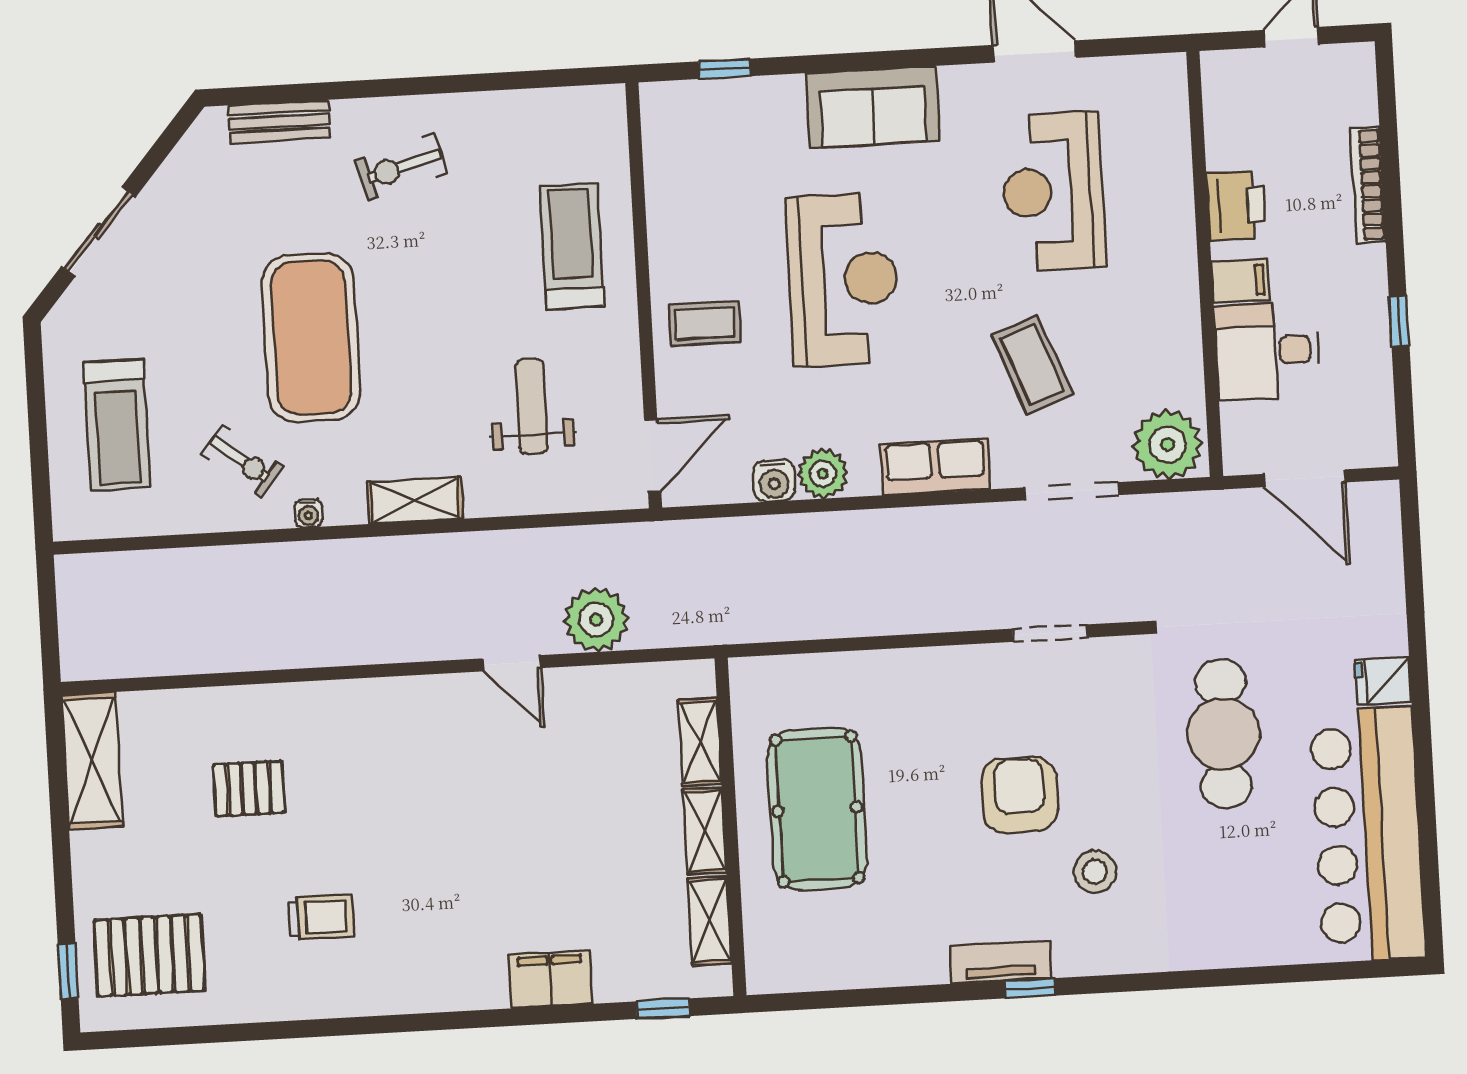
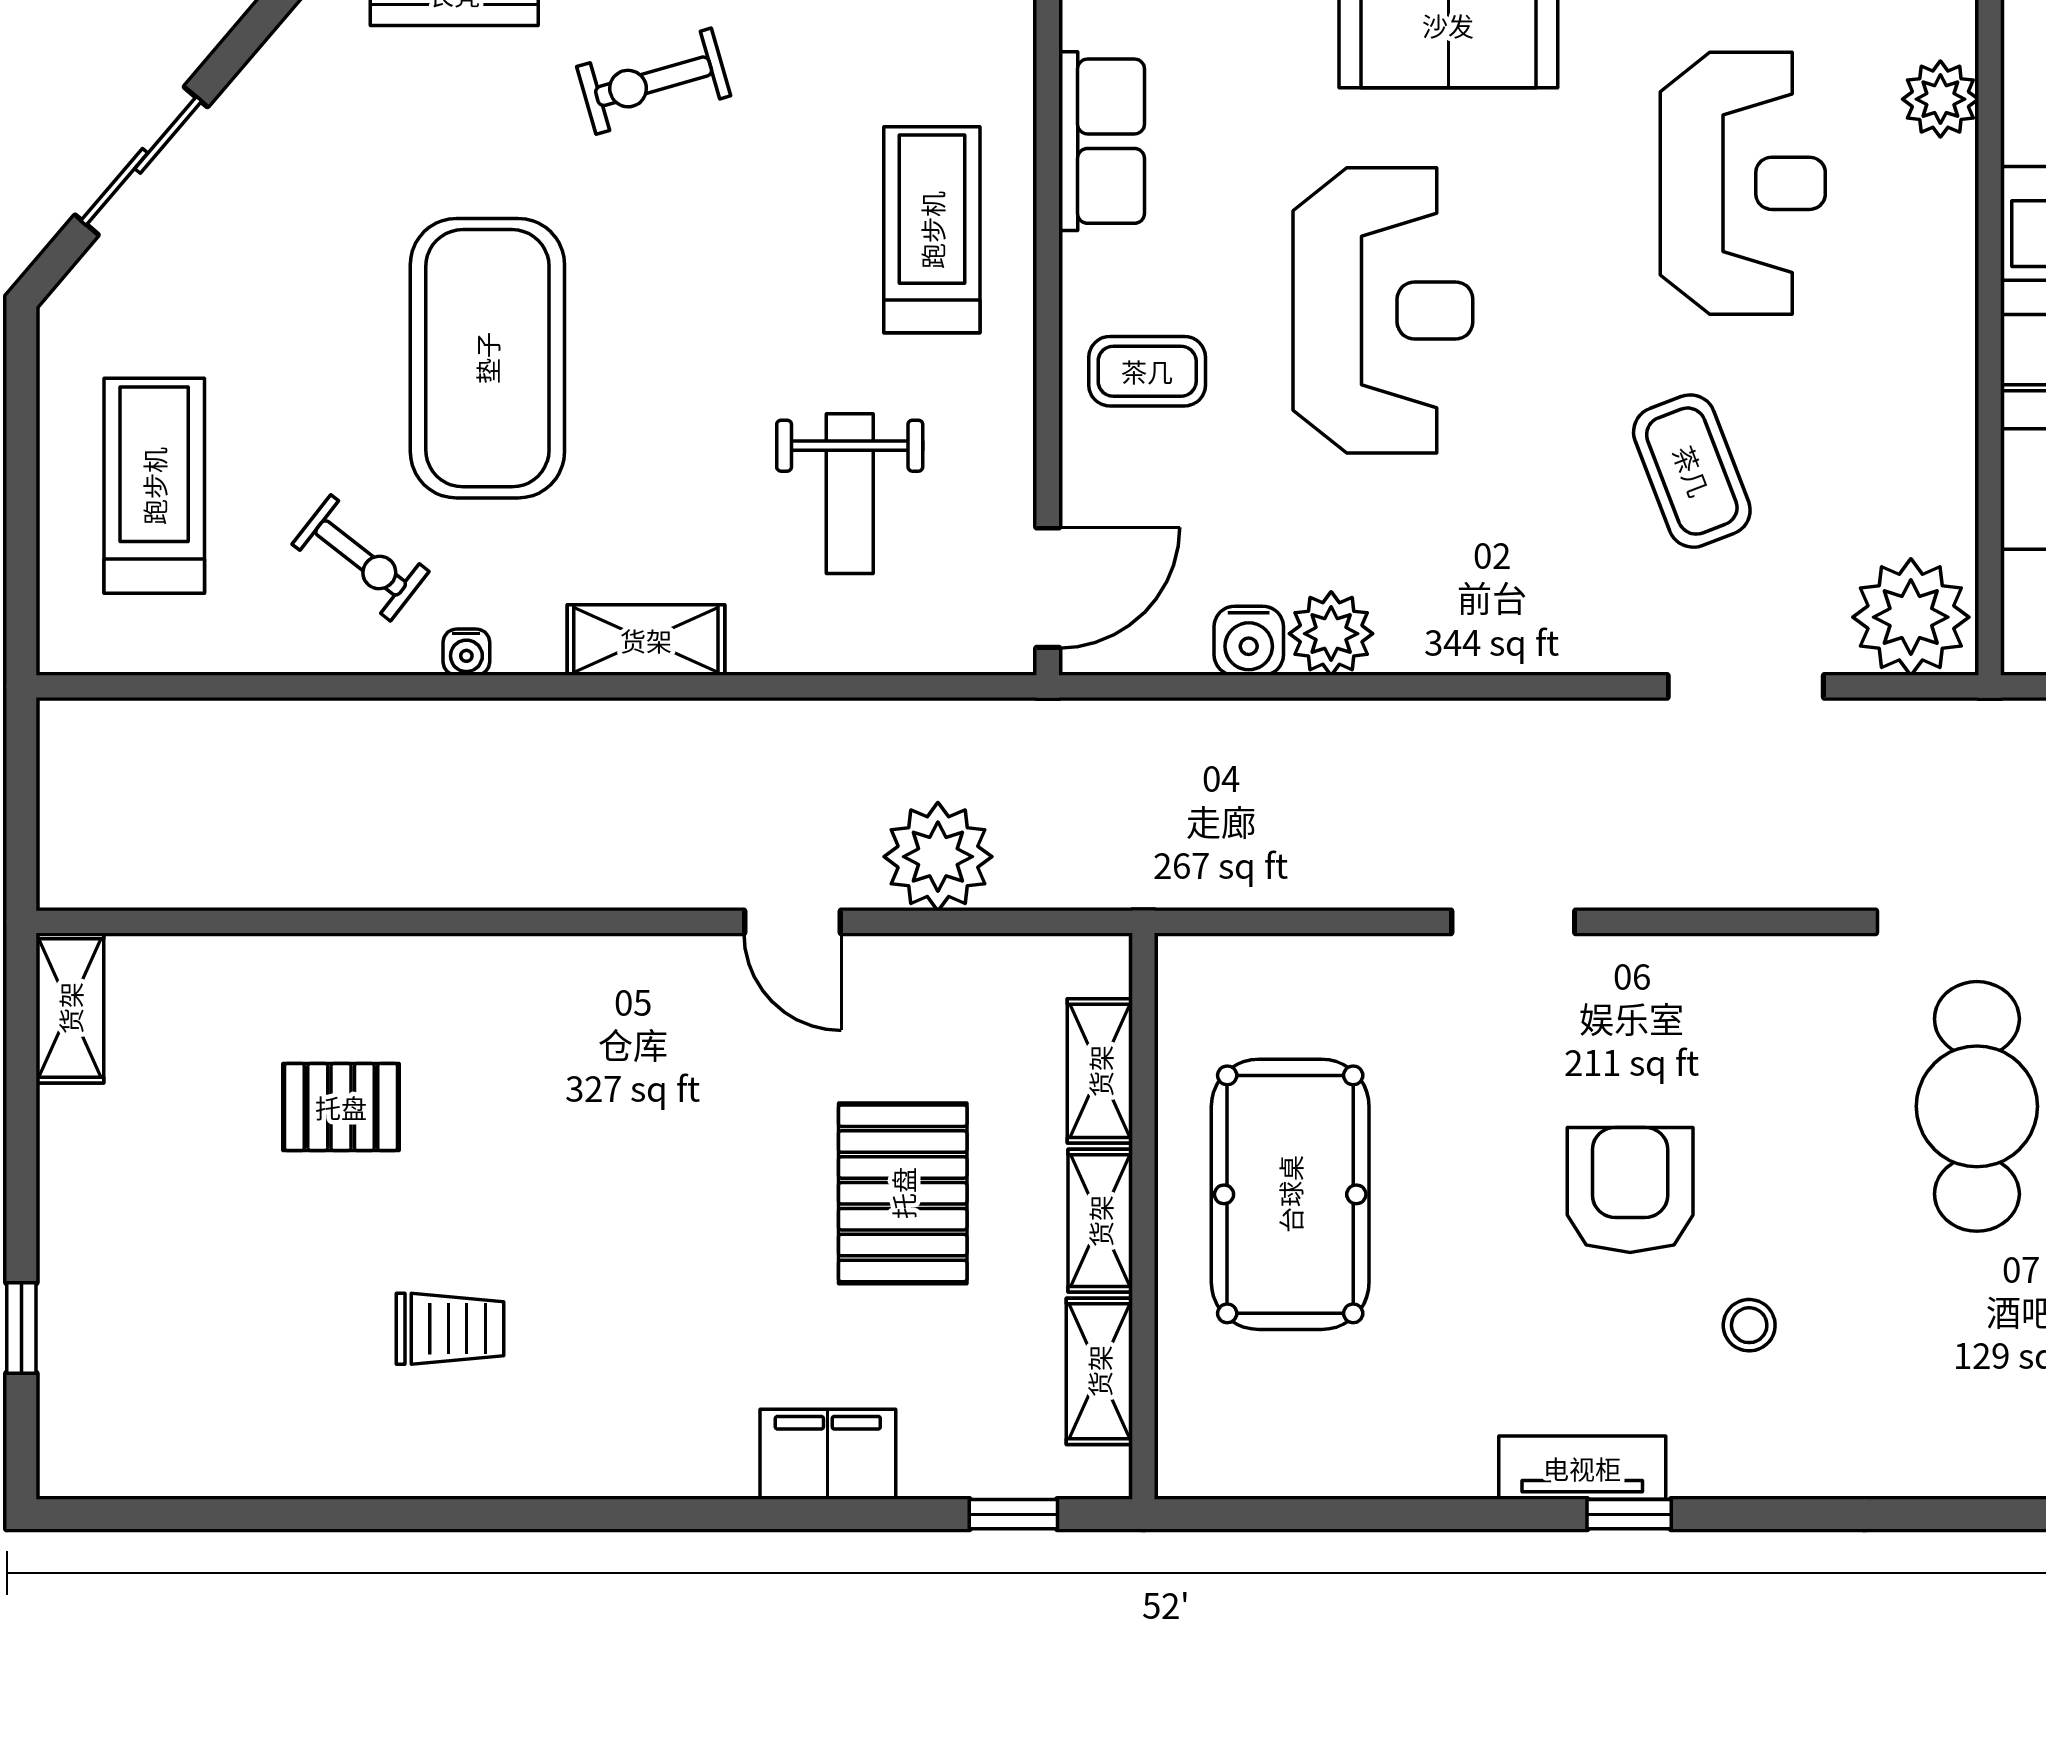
plant: (1168, 135) -> (1940, 99), added
reception desk: (1053, 192) -> (1743, 183), turned 180
weight bench: (531, 406) -> (850, 494), turned 180
treadmill: (117, 425) -> (154, 486), turned 180
row of seats: (935, 467) -> (1102, 141), moved, turned 90
doorway: (1050, 633) -> (1513, 922), moved
shelving: (92, 761) -> (70, 1008), width x0.67, depth x0.75
stool: (1095, 872) -> (1749, 1325), width x0.73, depth x0.73
pallet: (149, 955) -> (903, 1193), moved, turned 90
window: (68, 972) -> (21, 1328), moved

